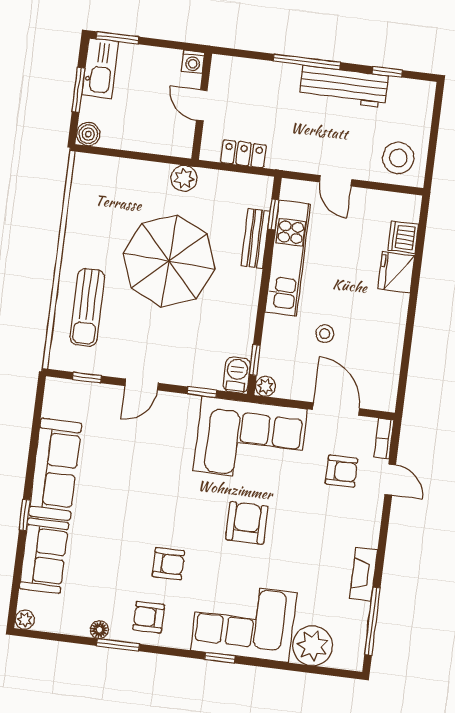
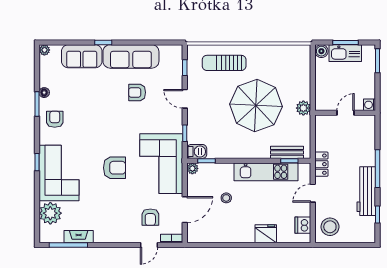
kitchen sink: (100, 68) -> (345, 53), moved
locker: (243, 154) -> (321, 164), moved
dishwasher: (403, 237) -> (303, 225), moved, turned -90
bench: (255, 238) -> (287, 152), moved
armchair: (168, 564) -> (137, 92), moved, turned 90
fireplace: (363, 574) -> (79, 237), moved

